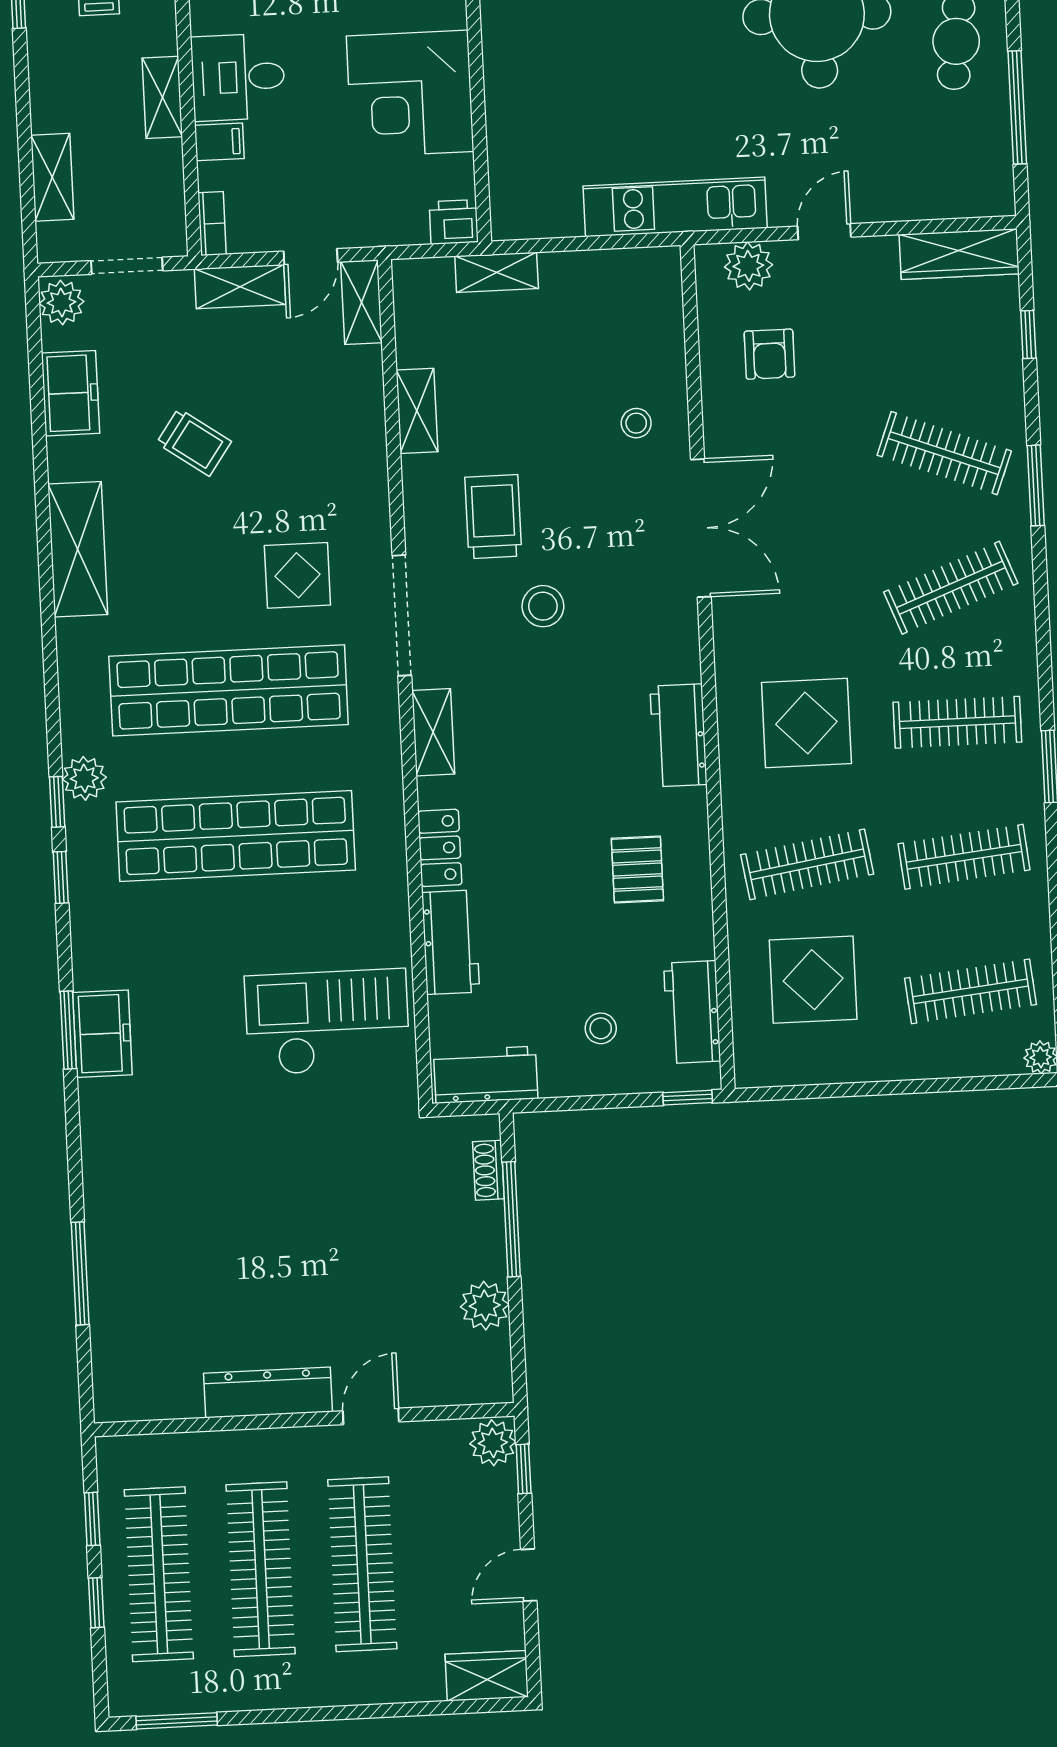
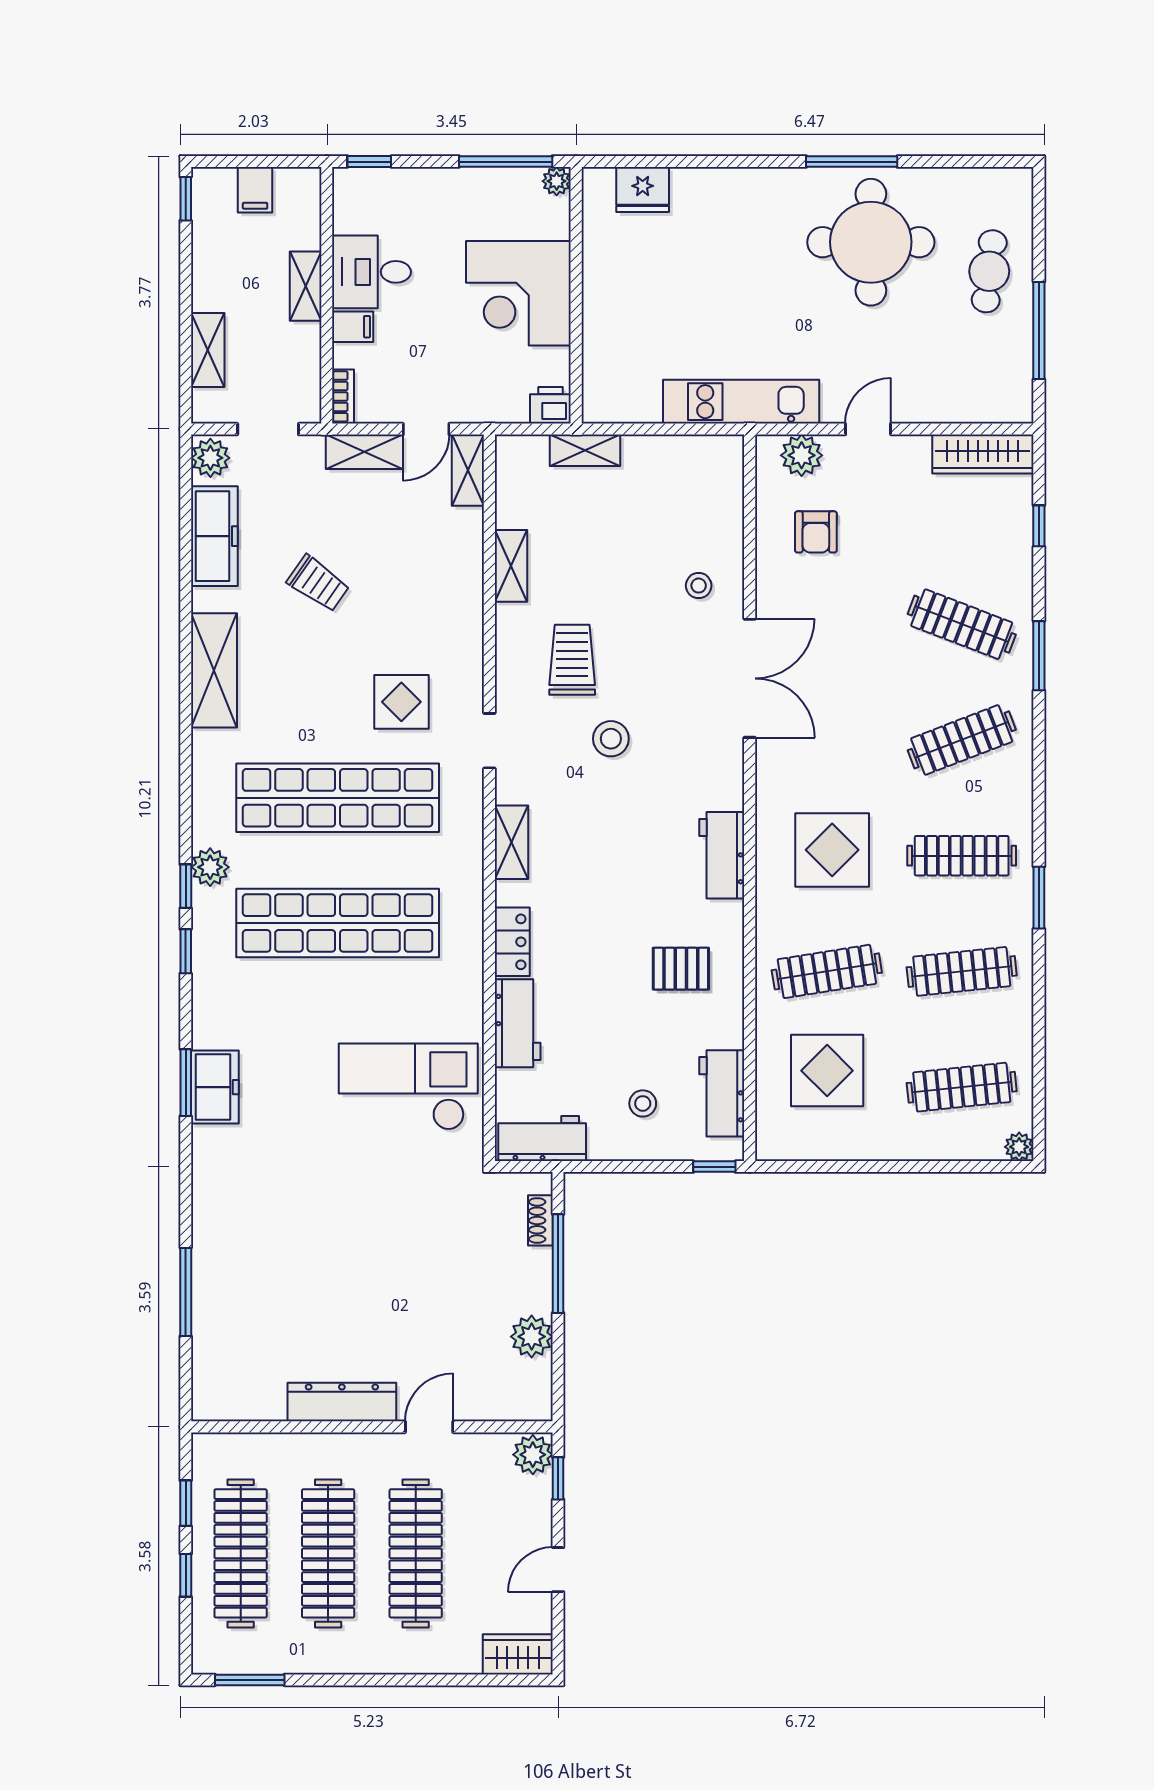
freezer: (71, 393) -> (214, 536), width x1.40
doorway: (402, 615) -> (489, 741), width x0.53
pallet: (637, 870) -> (681, 969), turned 90

